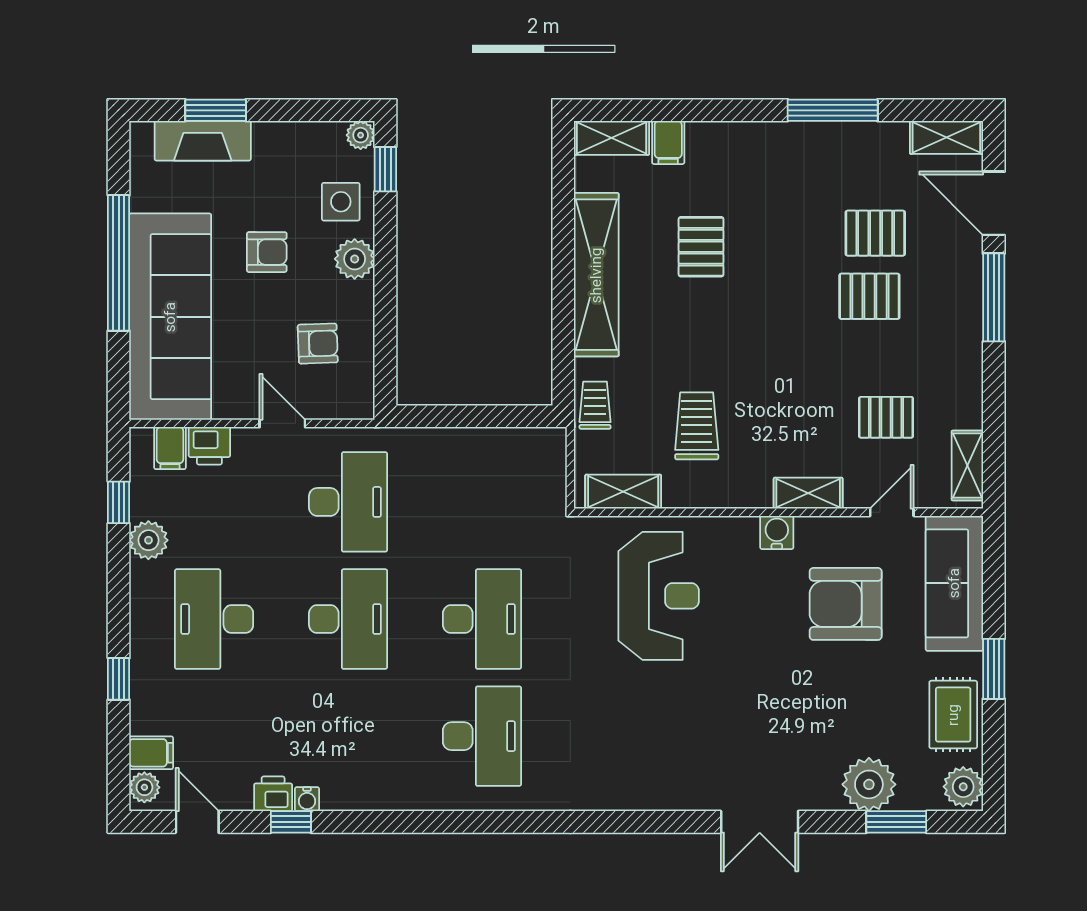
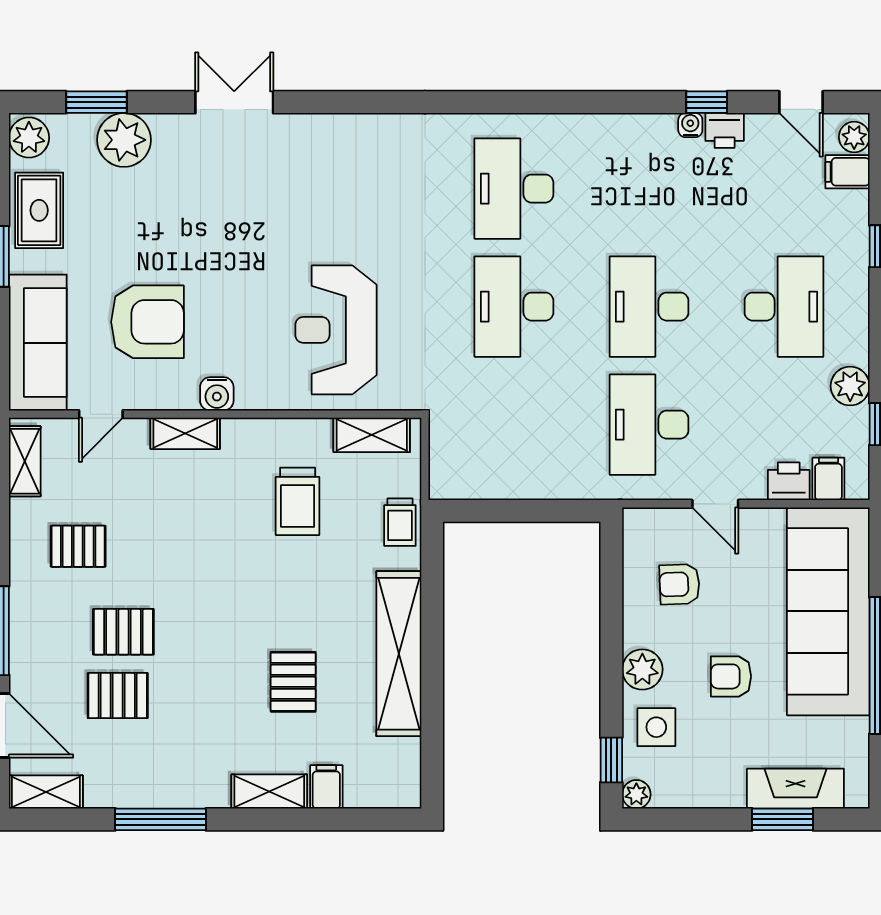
shelving: (612, 138) -> (269, 792), moved
pallet: (886, 417) -> (78, 546), moved

